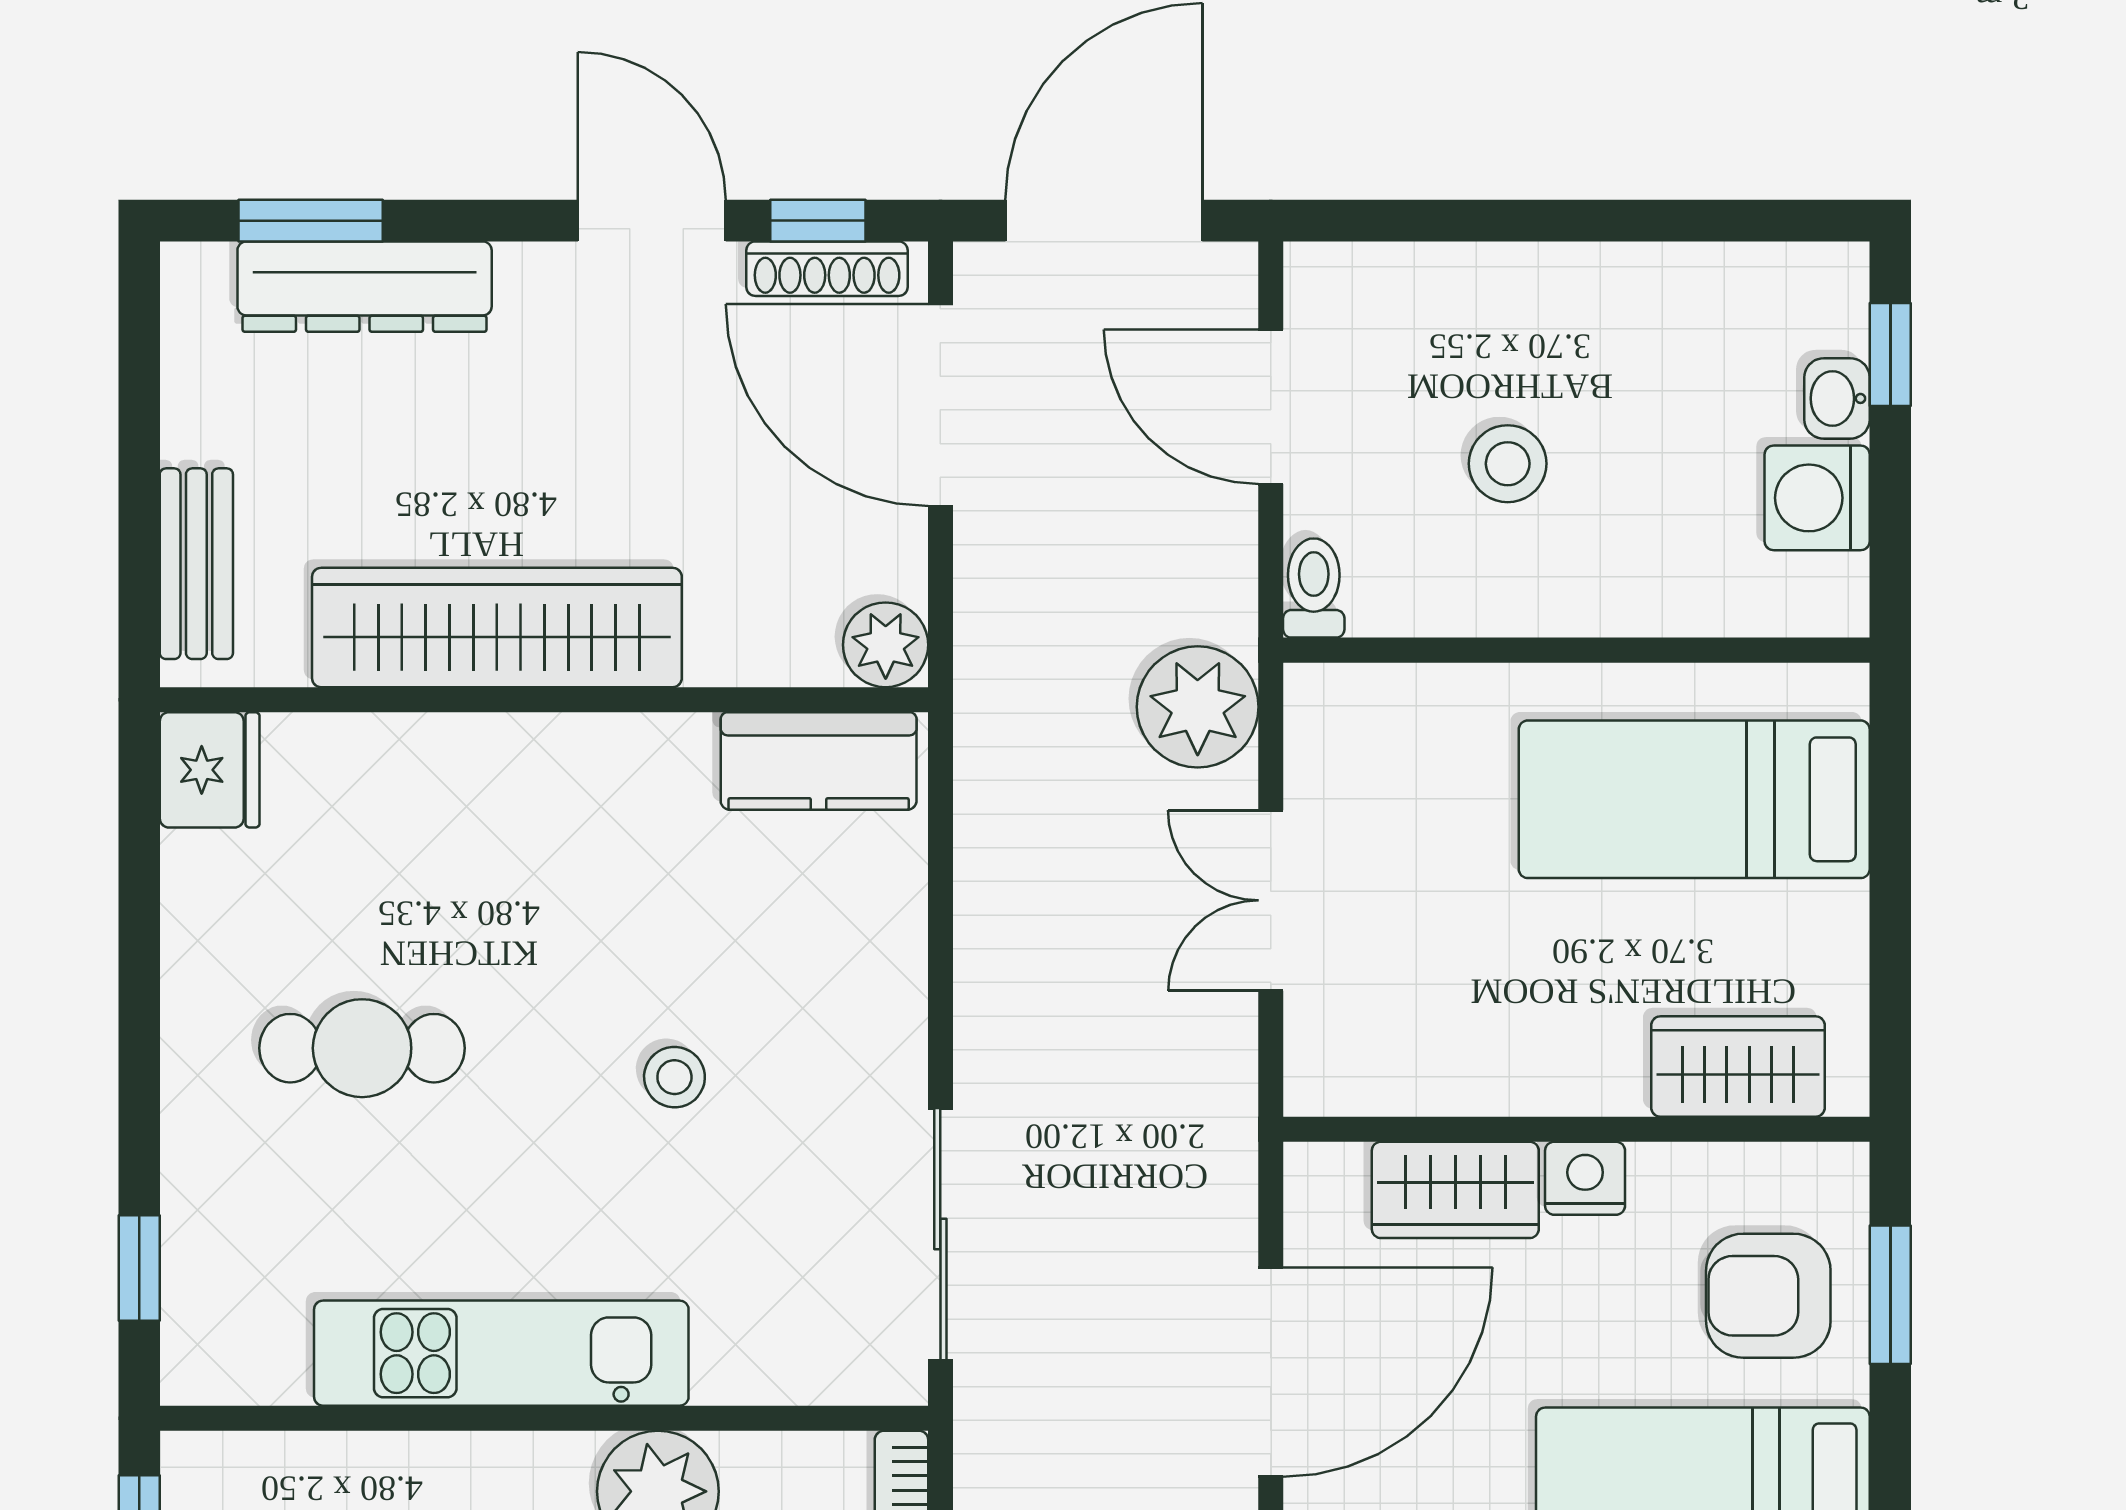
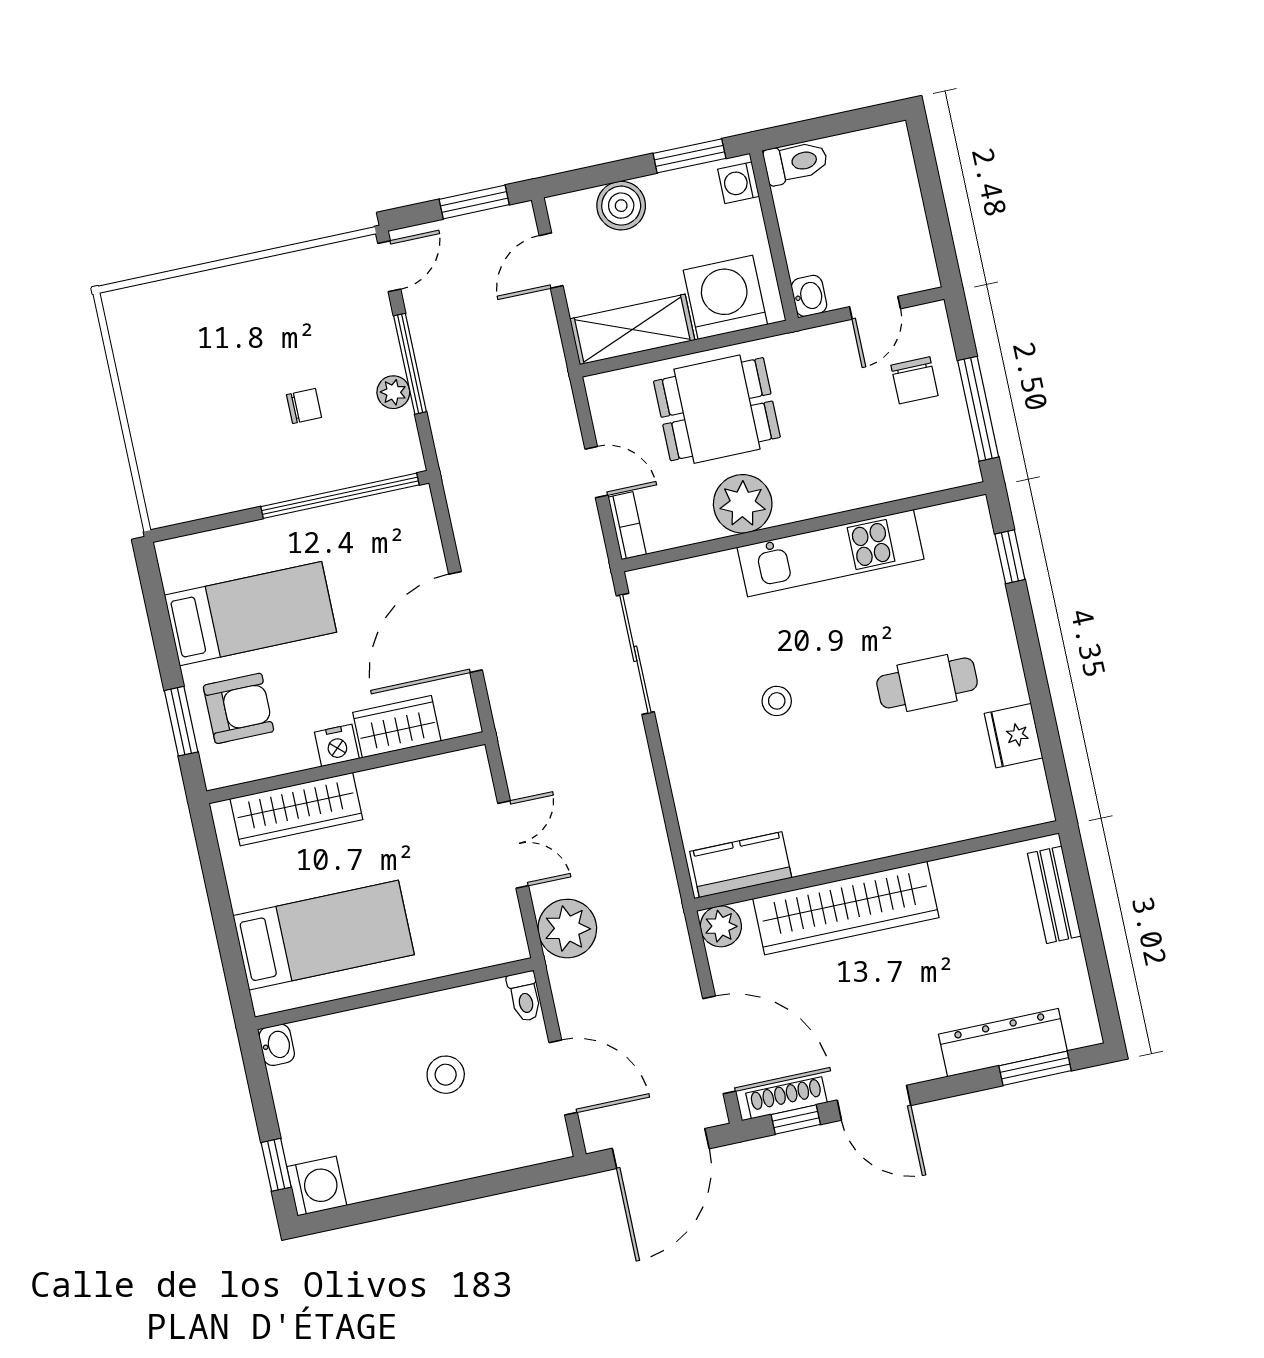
washbasin: (1837, 398) -> (277, 1045), moved
washing machine: (1817, 498) -> (317, 1186), moved
wardrobe: (497, 627) -> (846, 908), moved
fridge: (210, 770) -> (1014, 736), moved
wardrobe: (1738, 1067) -> (296, 809), width x1.50

